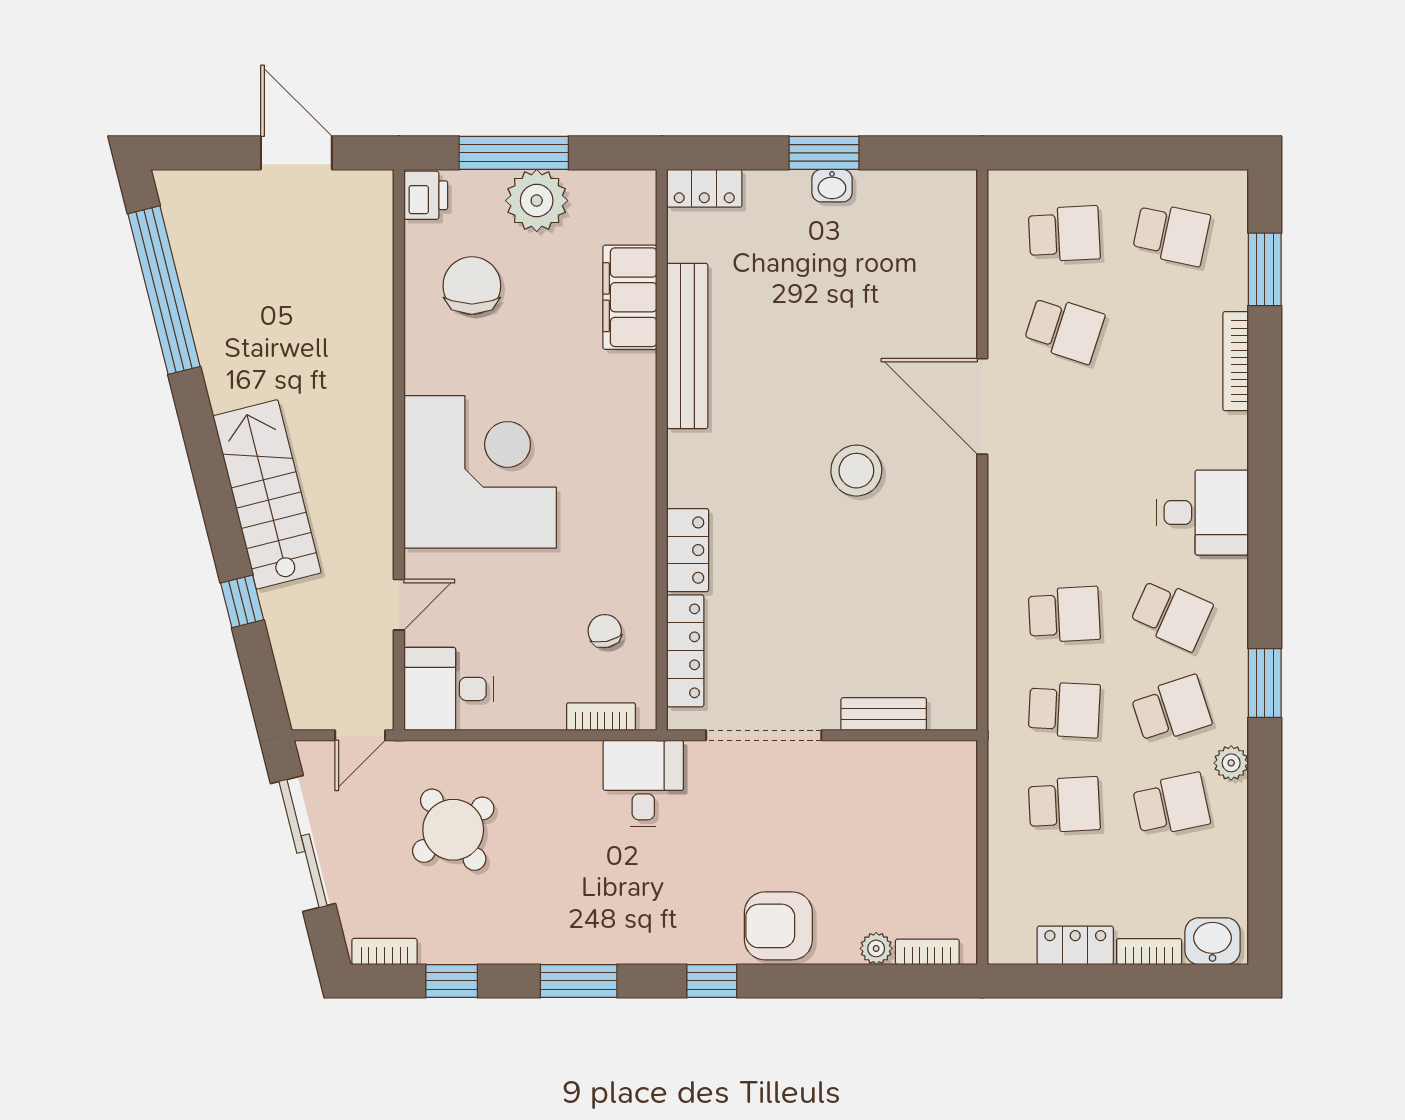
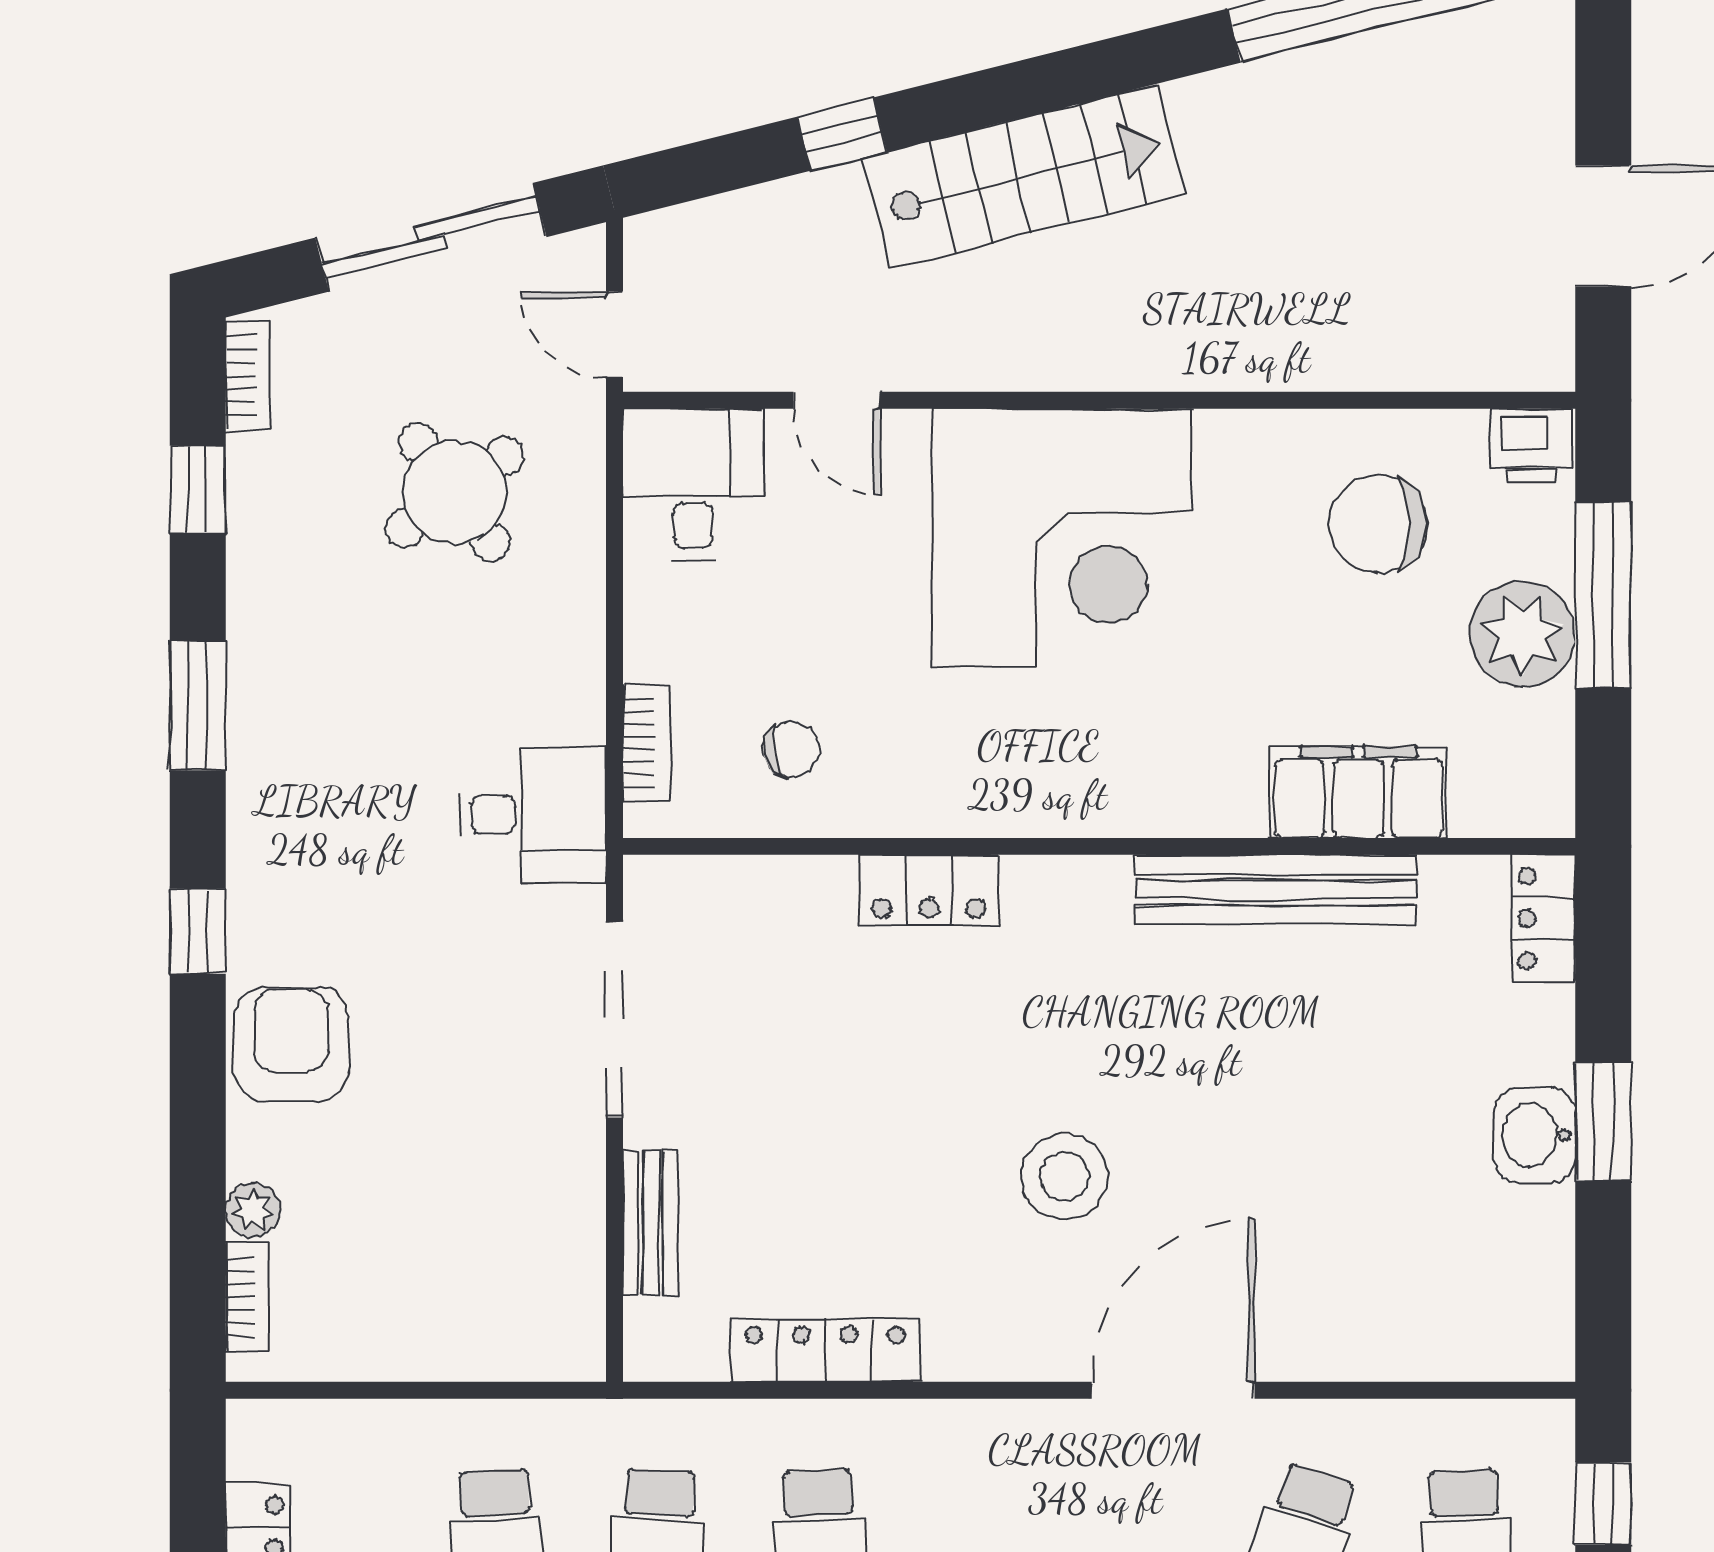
window: (1049, 153) -> (1603, 1504), added
washbasin: (832, 186) -> (1535, 1135), width x1.38, depth x1.45
chair: (472, 286) -> (1378, 524), turned 180
locker: (685, 651) -> (825, 1350), moved, turned 180

